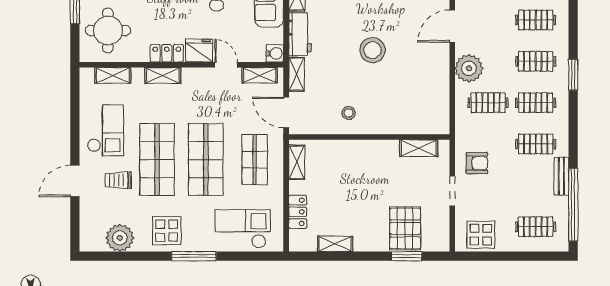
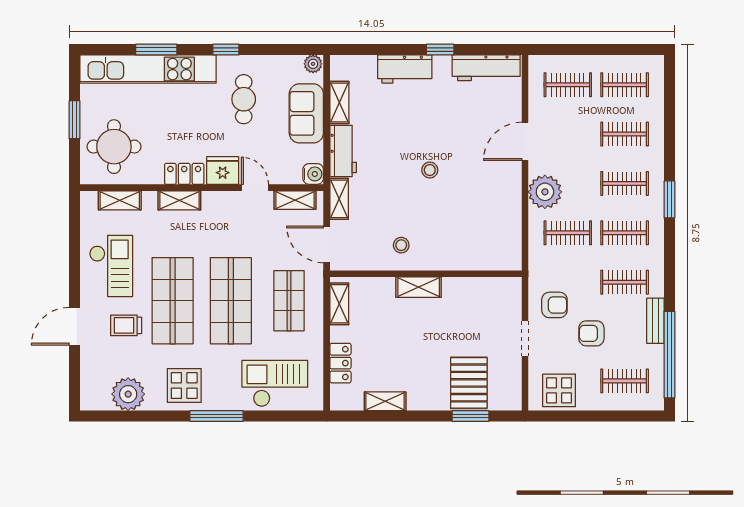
stool: (373, 50) -> (430, 170), width x0.53, depth x0.53
shelving: (419, 148) -> (419, 287), moved
armchair: (508, 187) -> (591, 333), added

